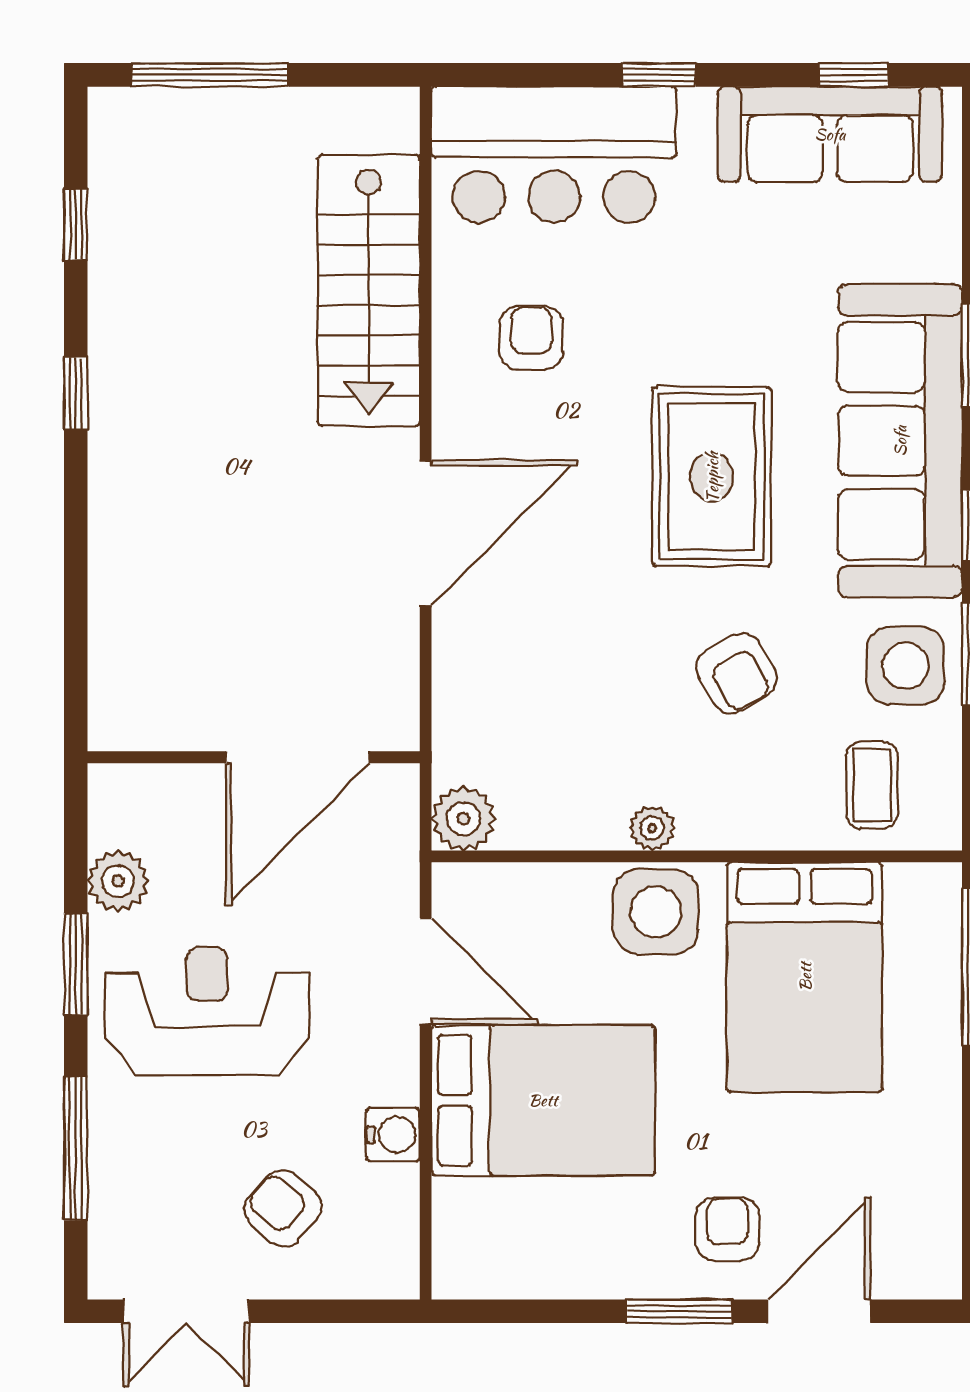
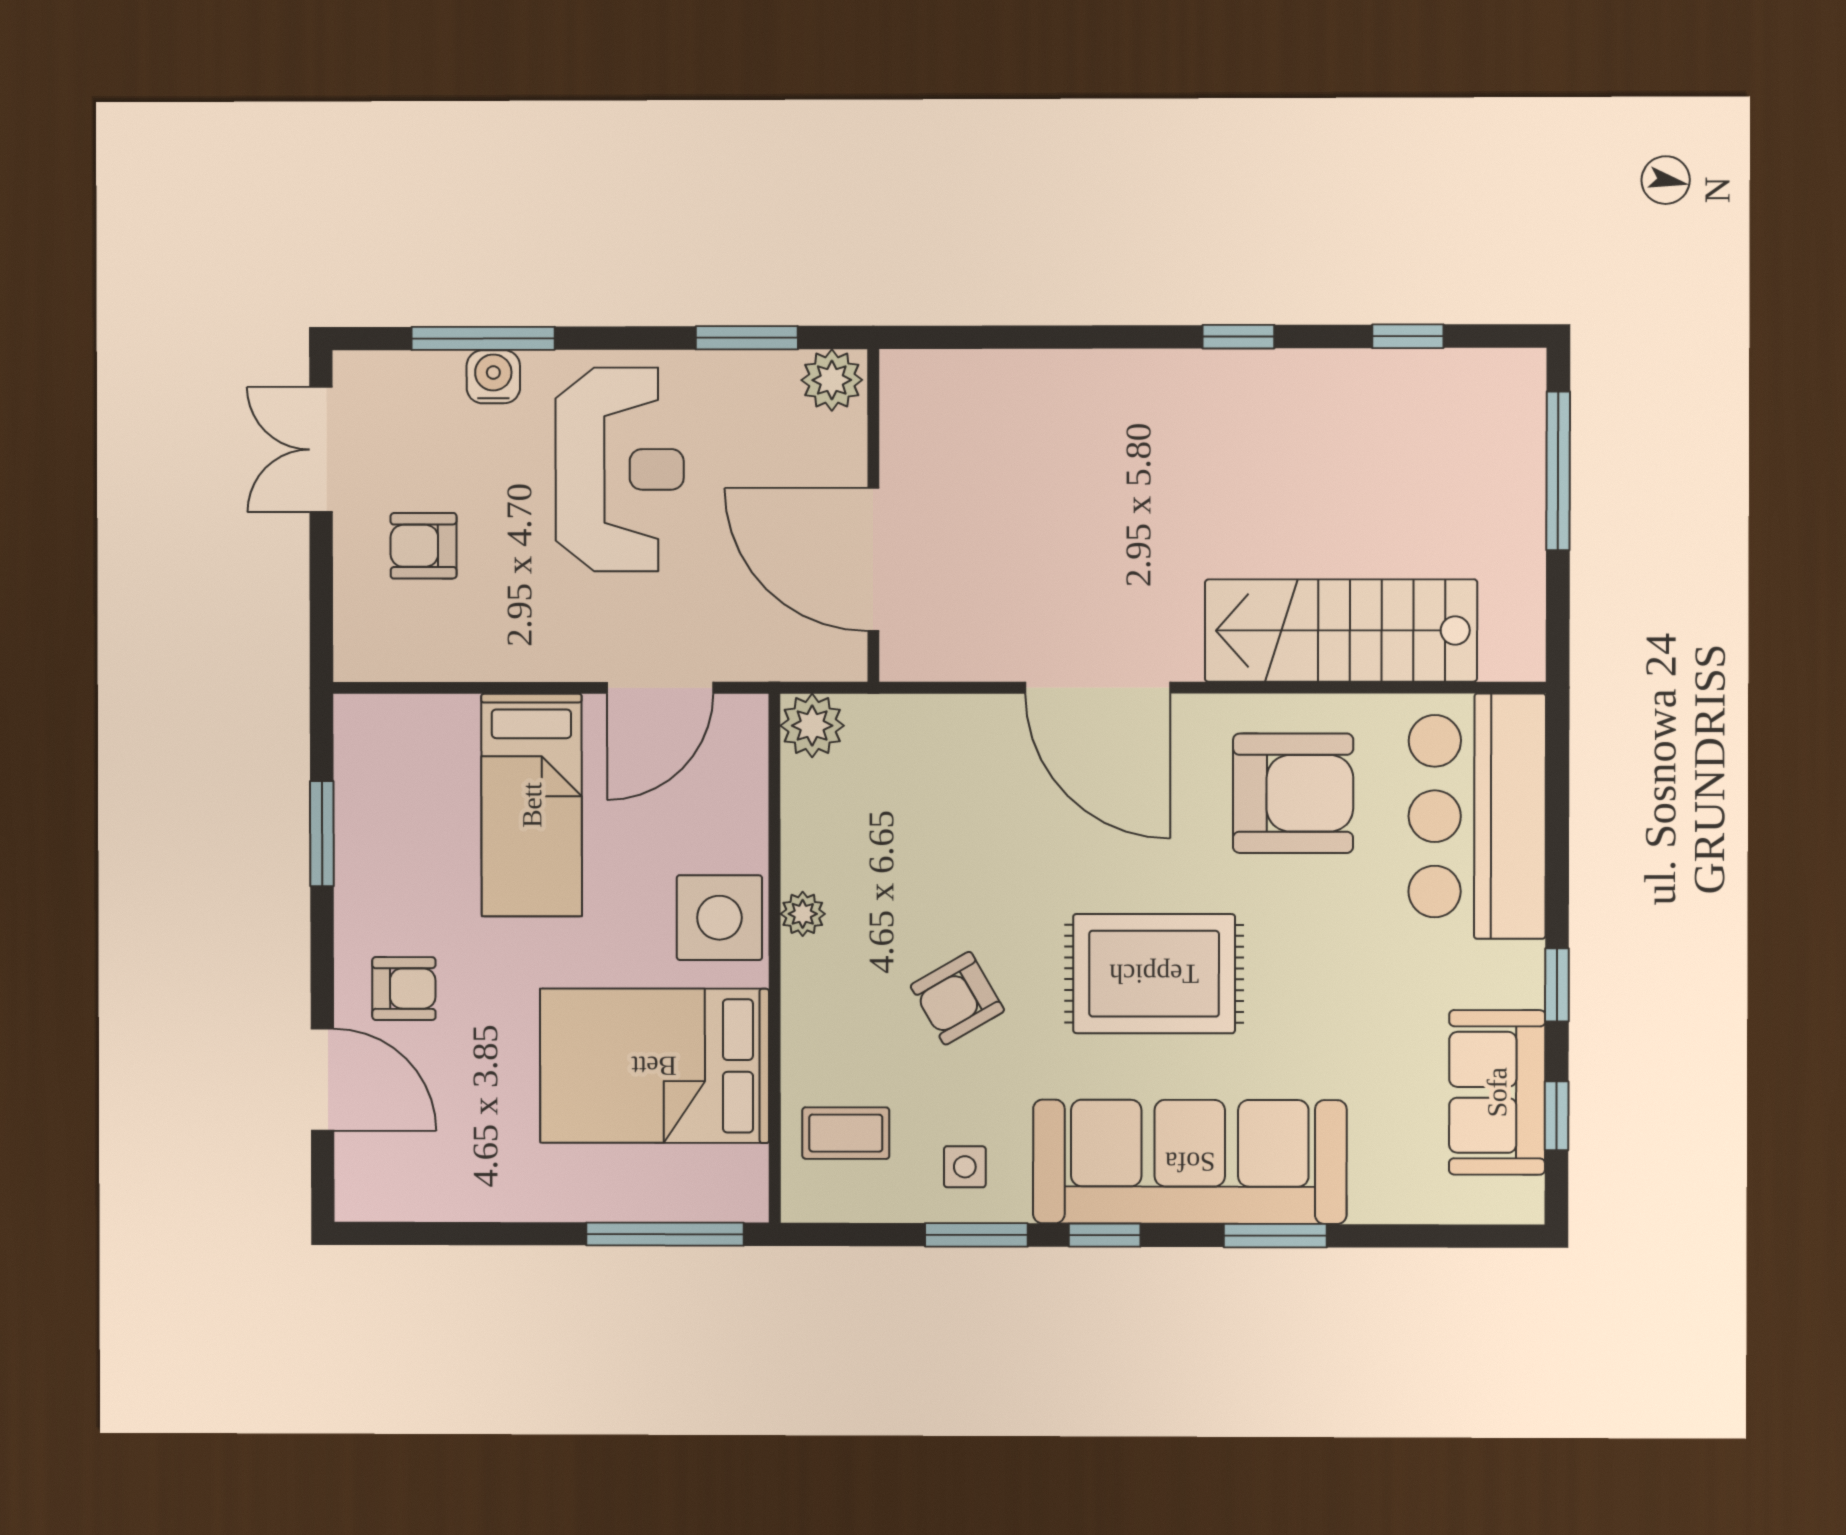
window: (659, 75) -> (1557, 985), moved
sofa: (830, 134) -> (1497, 1092), width x0.73
armchair: (531, 338) -> (1293, 793), width x1.88, depth x1.88
side table: (906, 666) -> (965, 1167), width x0.54, depth x0.54
plant: (118, 881) -> (832, 380), moved
window: (76, 964) -> (747, 338), moved
bed: (543, 1100) -> (532, 805), width x0.67
water cooler: (393, 1135) -> (493, 377), moved, turned 180
armchair: (283, 1208) -> (424, 546), turned -131
window: (680, 1311) -> (322, 834), moved

